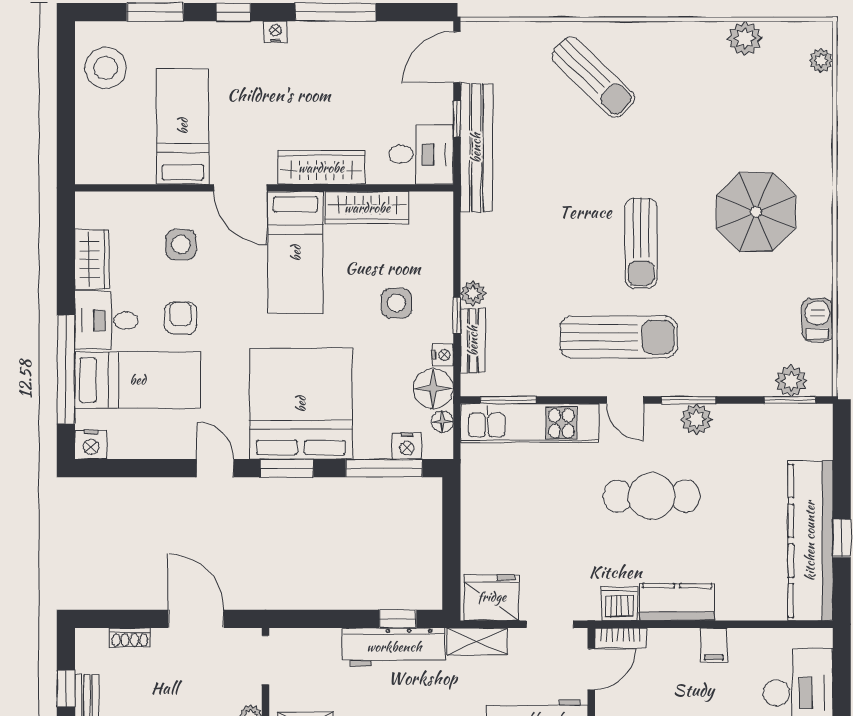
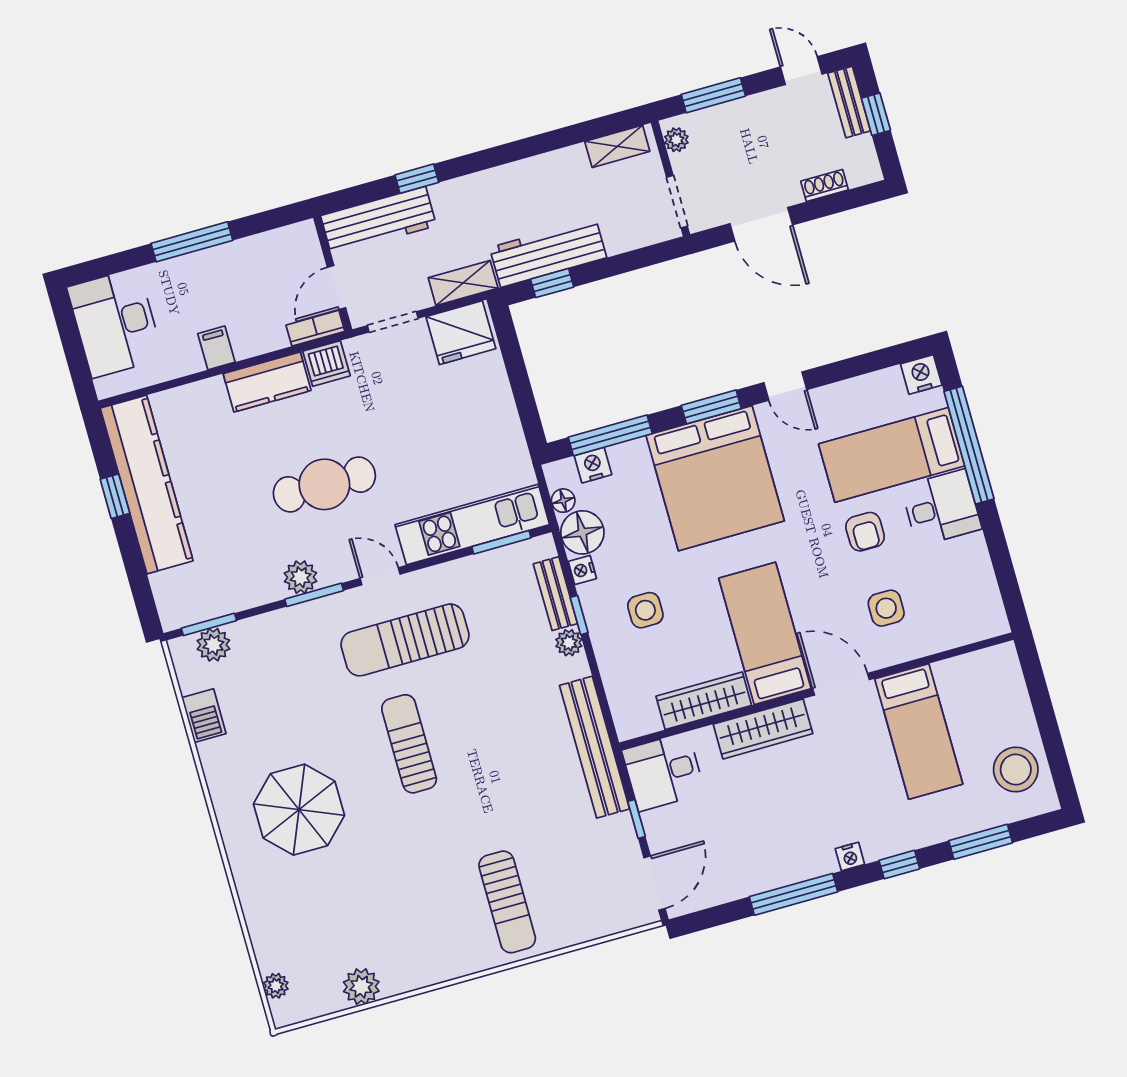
sun lounger: (593, 77) -> (507, 902), turned -134
bench: (476, 148) -> (594, 747), moved
wardrobe: (92, 259) -> (974, 567), removed

